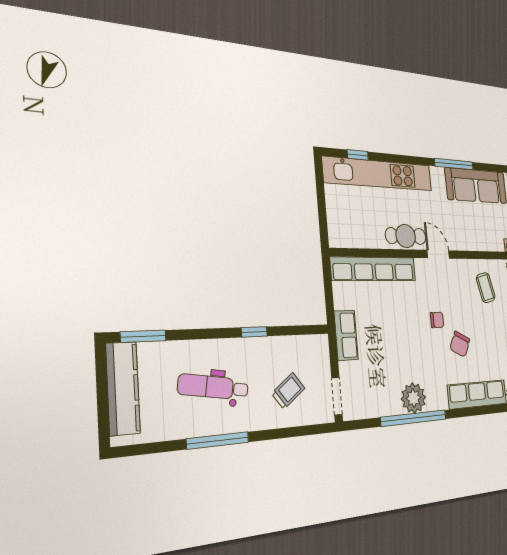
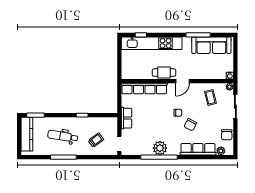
door: (438, 254) -> (183, 81), swing flipped

